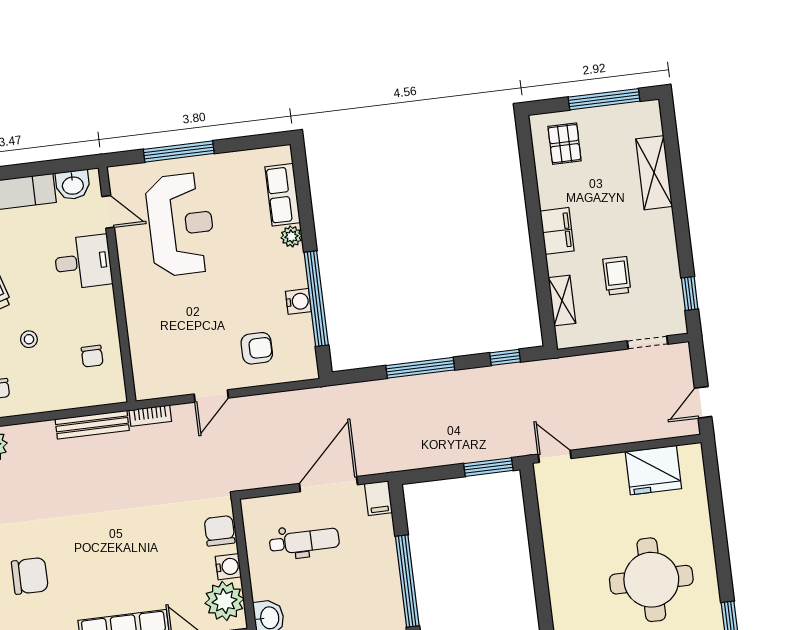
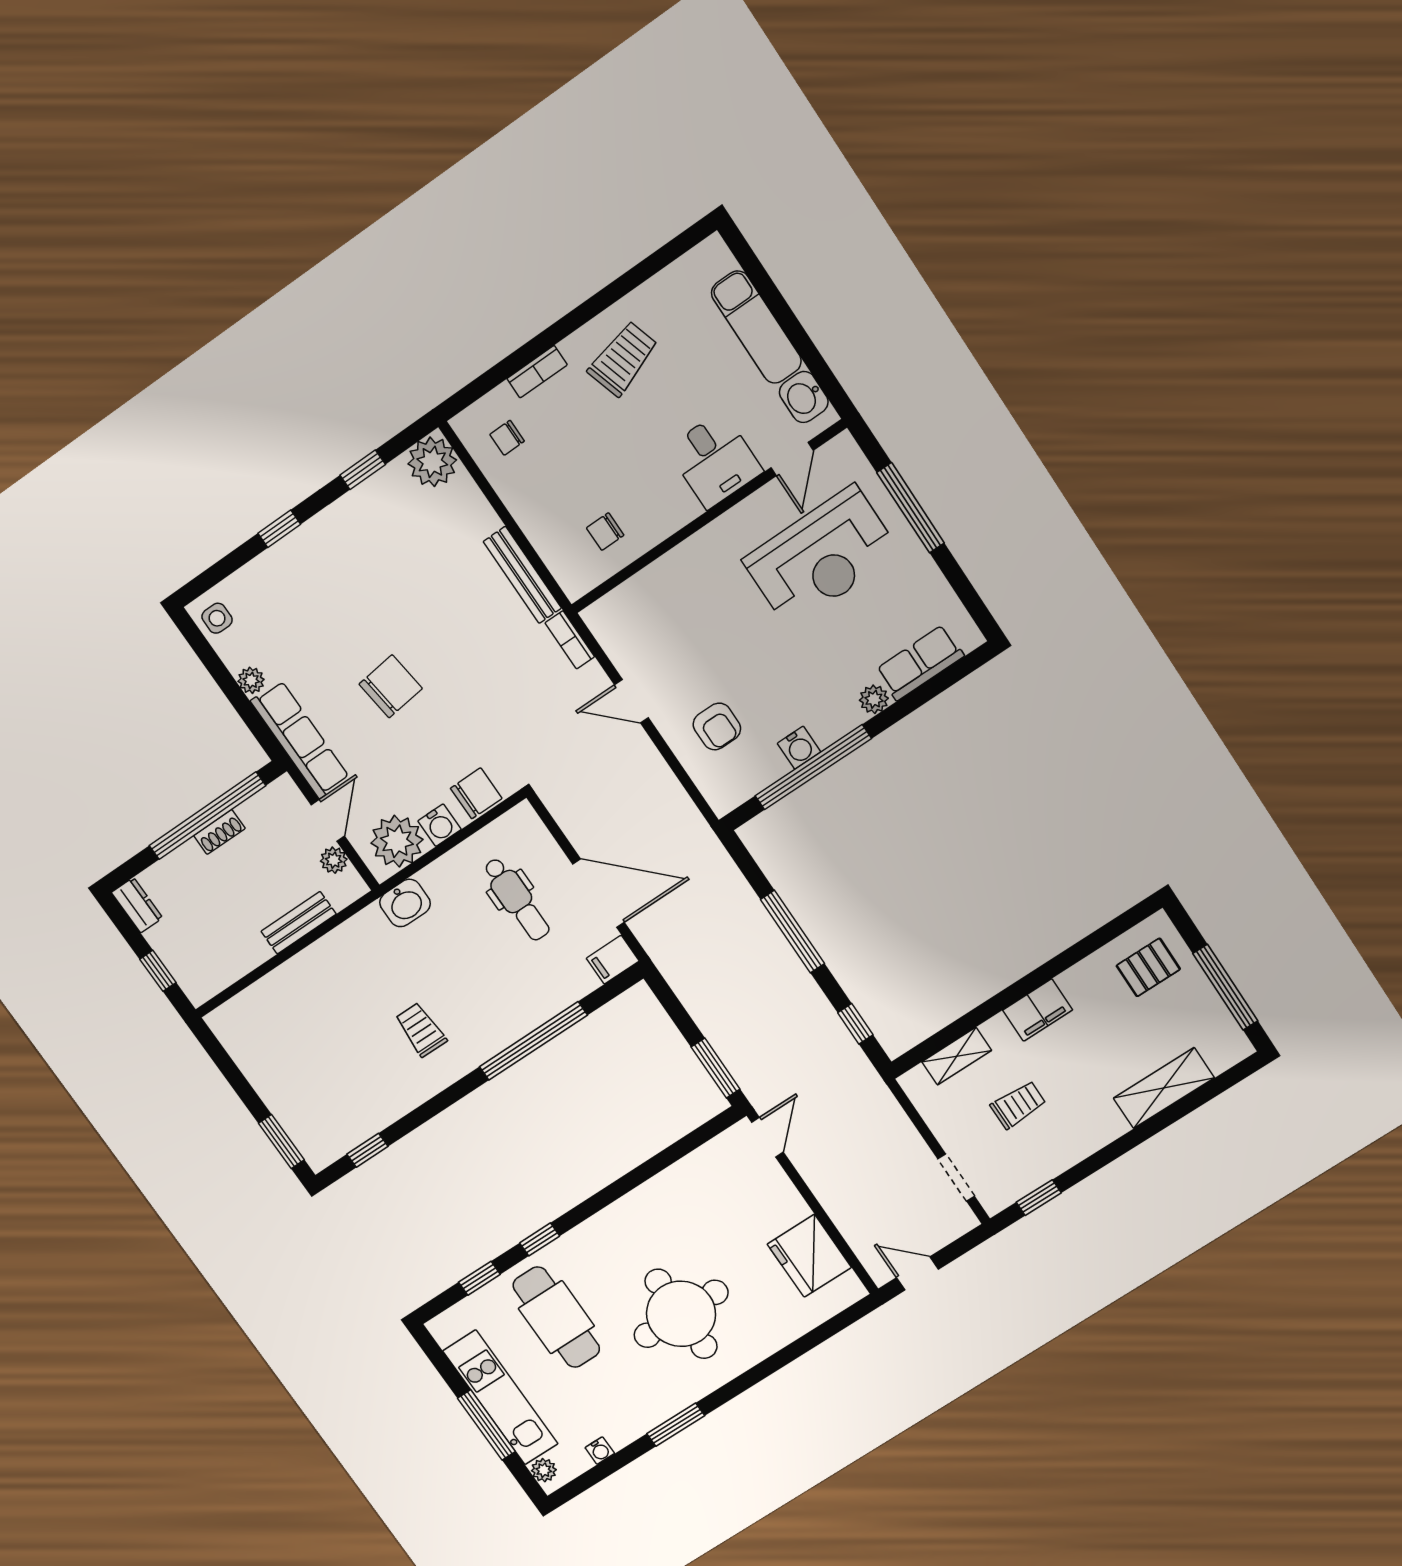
stool: (29, 339) -> (586, 443), removed
chair: (30, 576) -> (391, 686), moved, turned -97

